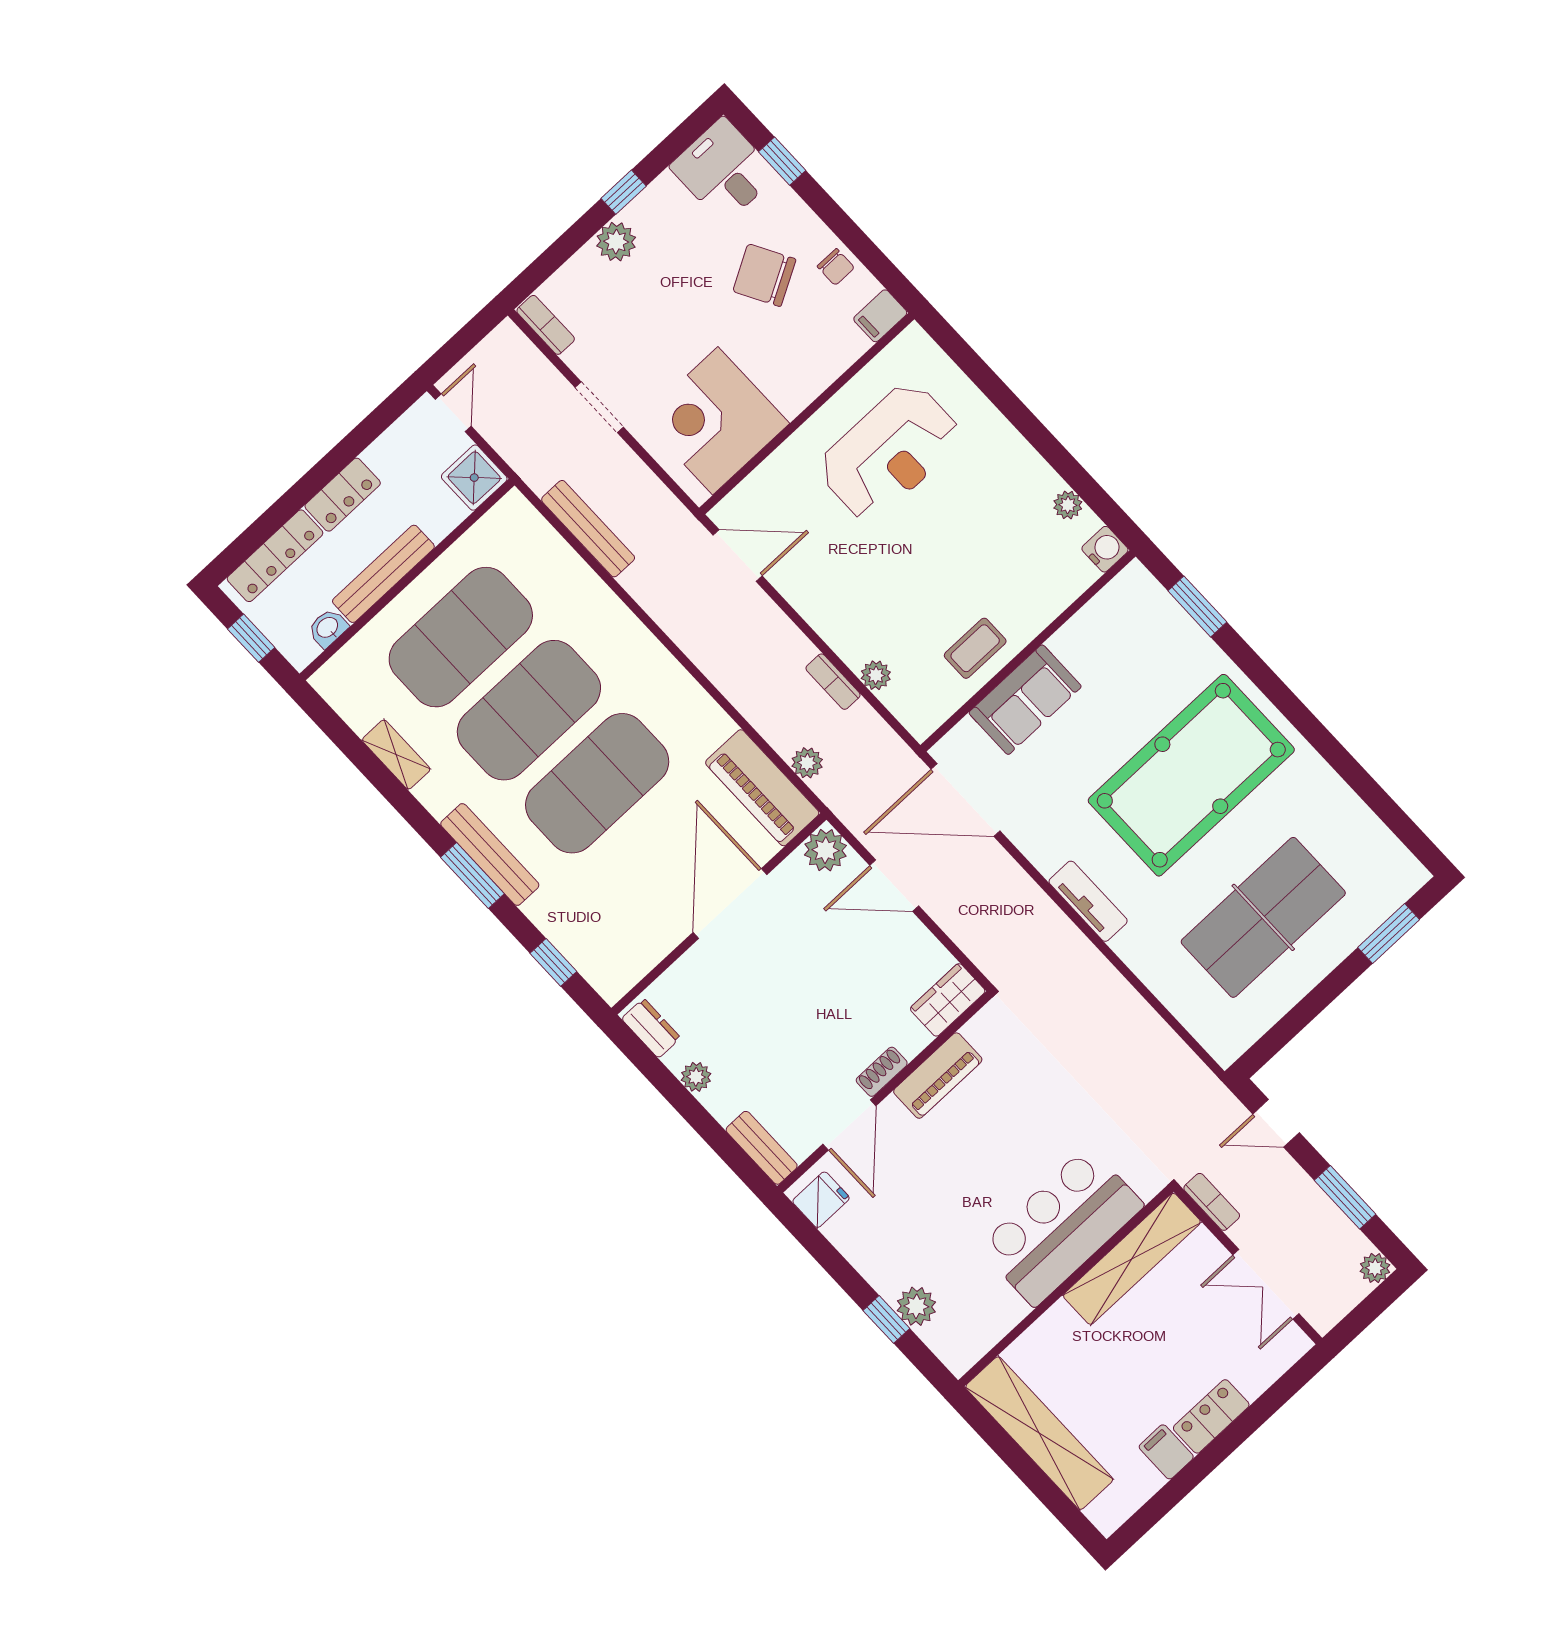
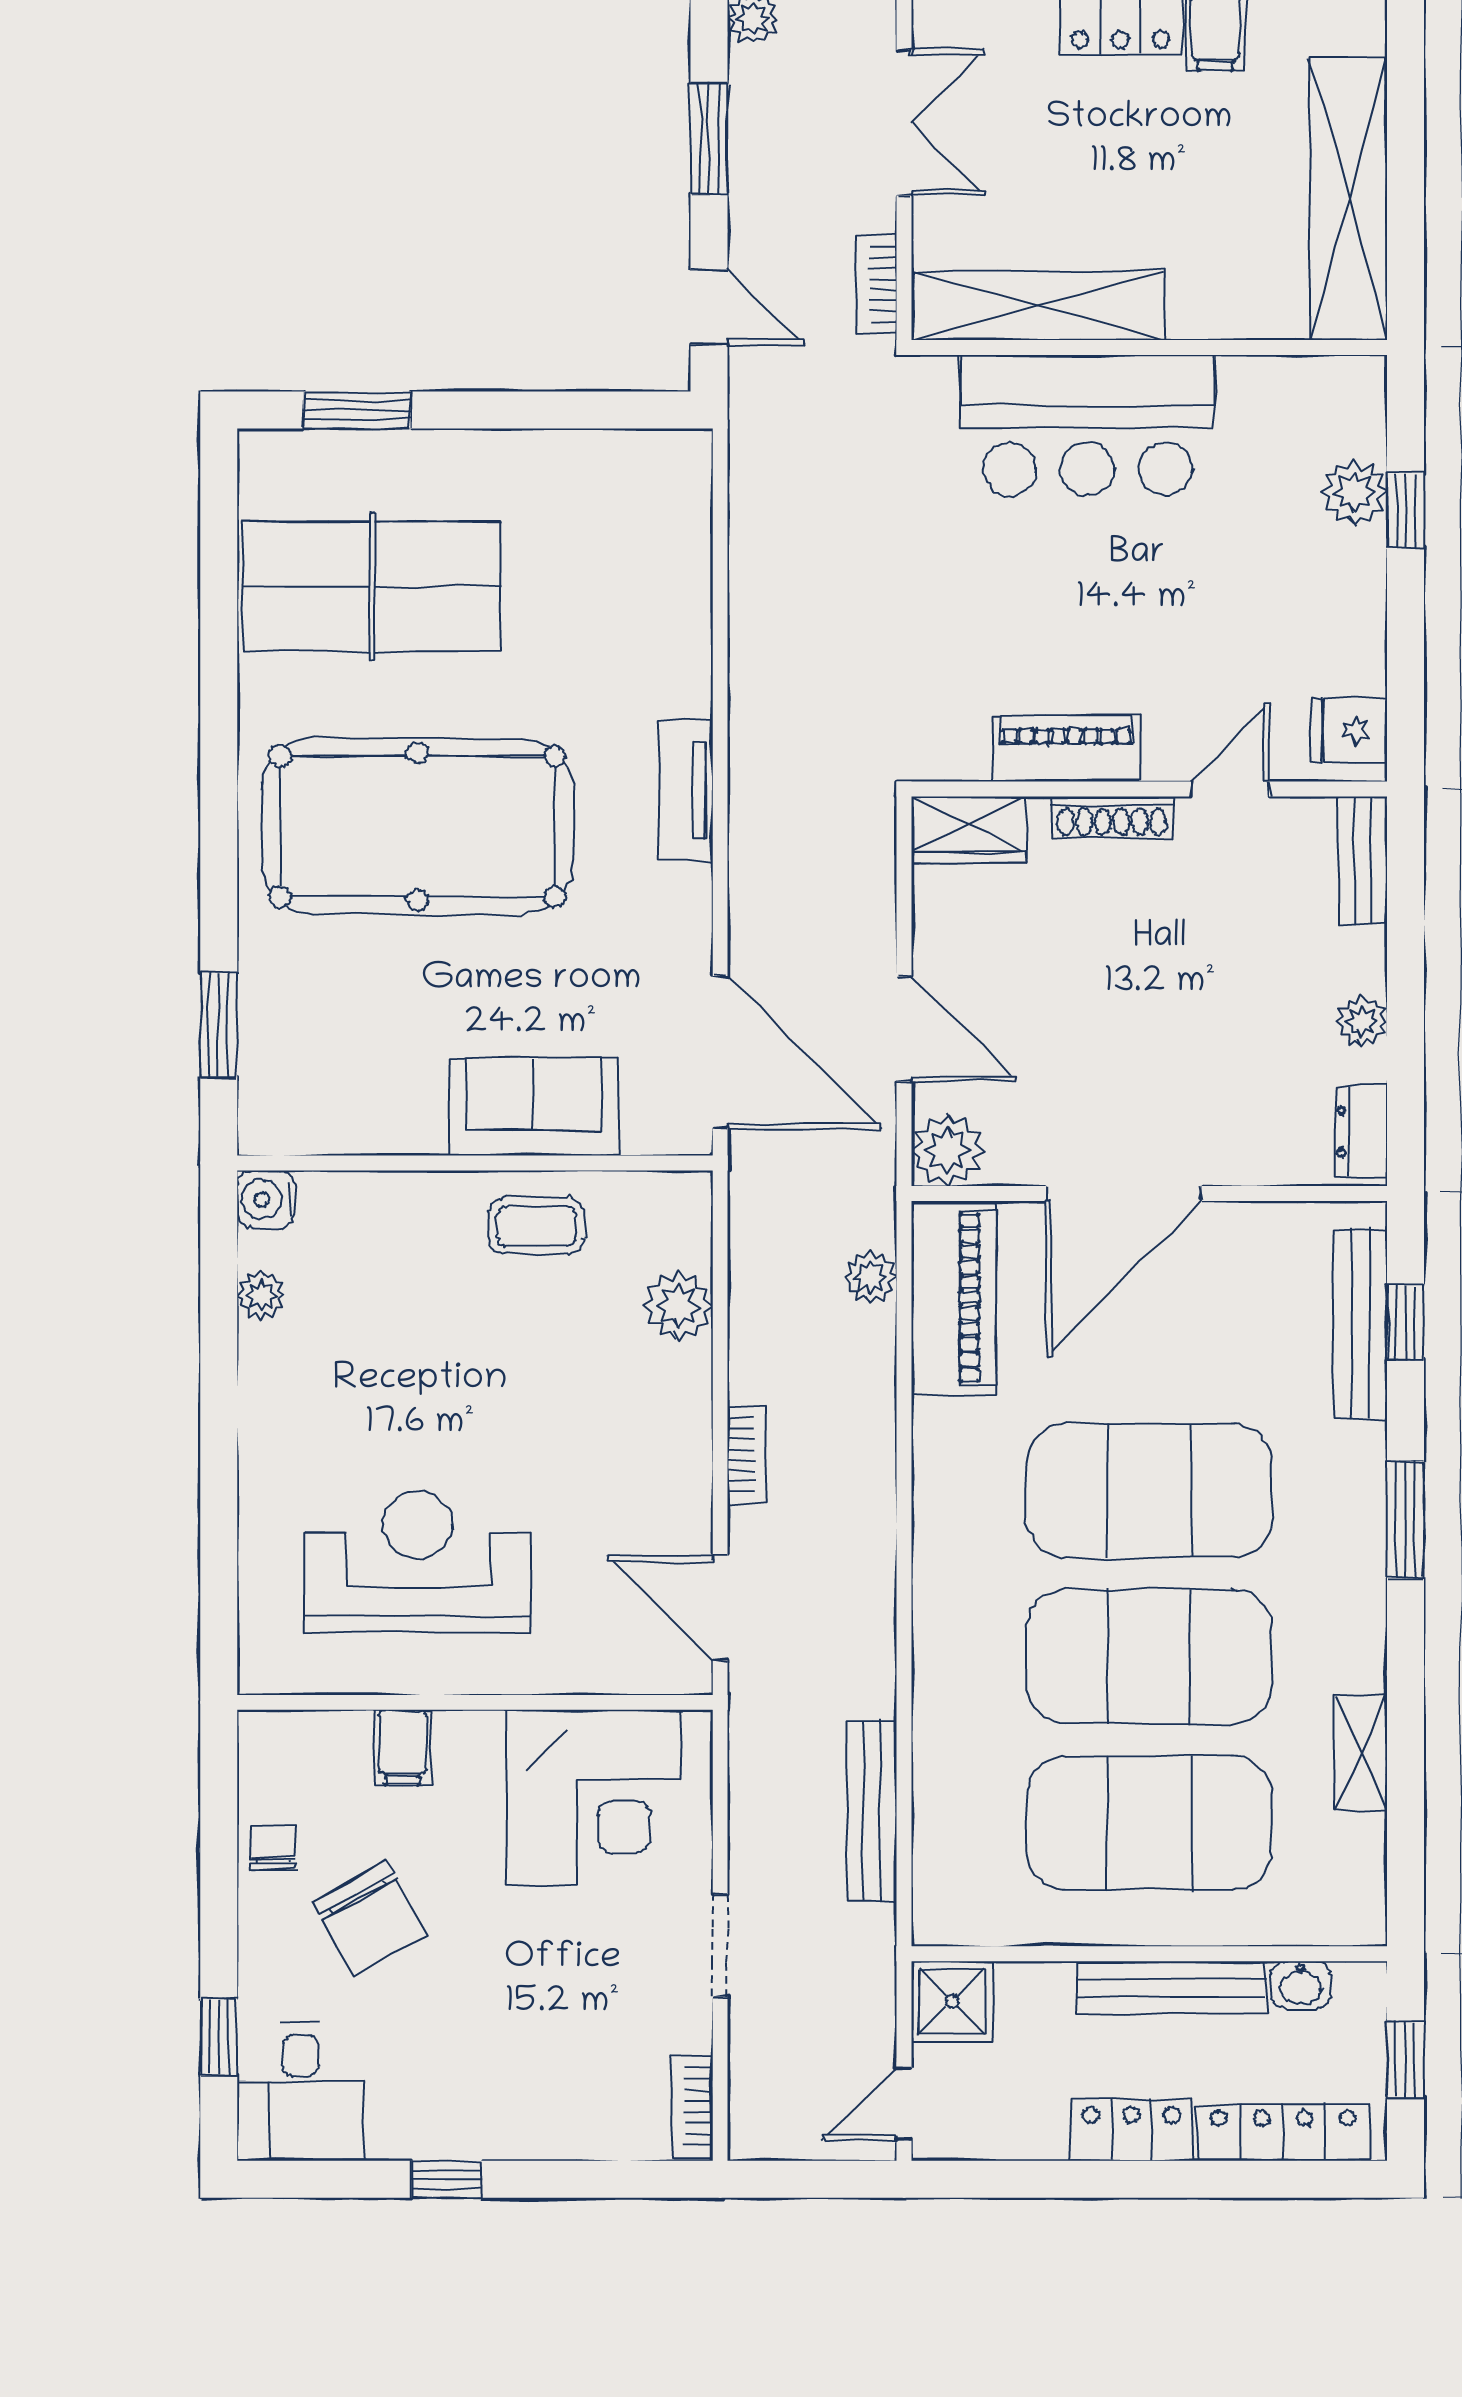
plant: (616, 242) -> (512, 2128), removed
filing cabinet: (880, 316) -> (403, 1747), moved, turned 90
plant: (876, 675) -> (678, 1306), width x1.38, depth x1.38
bookcase: (833, 682) -> (747, 1455), moved
bench: (490, 854) -> (1360, 1323), moved
table tennis table: (1263, 917) -> (372, 587), moved
shoe rack: (882, 1072) -> (1112, 817), width x1.43
door: (849, 1125) -> (1230, 789), width x0.73

